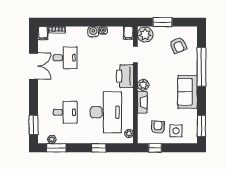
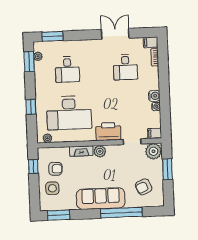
double door: (34, 66) -> (115, 34), swing flipped
sofa: (188, 92) -> (101, 199), width x1.36

